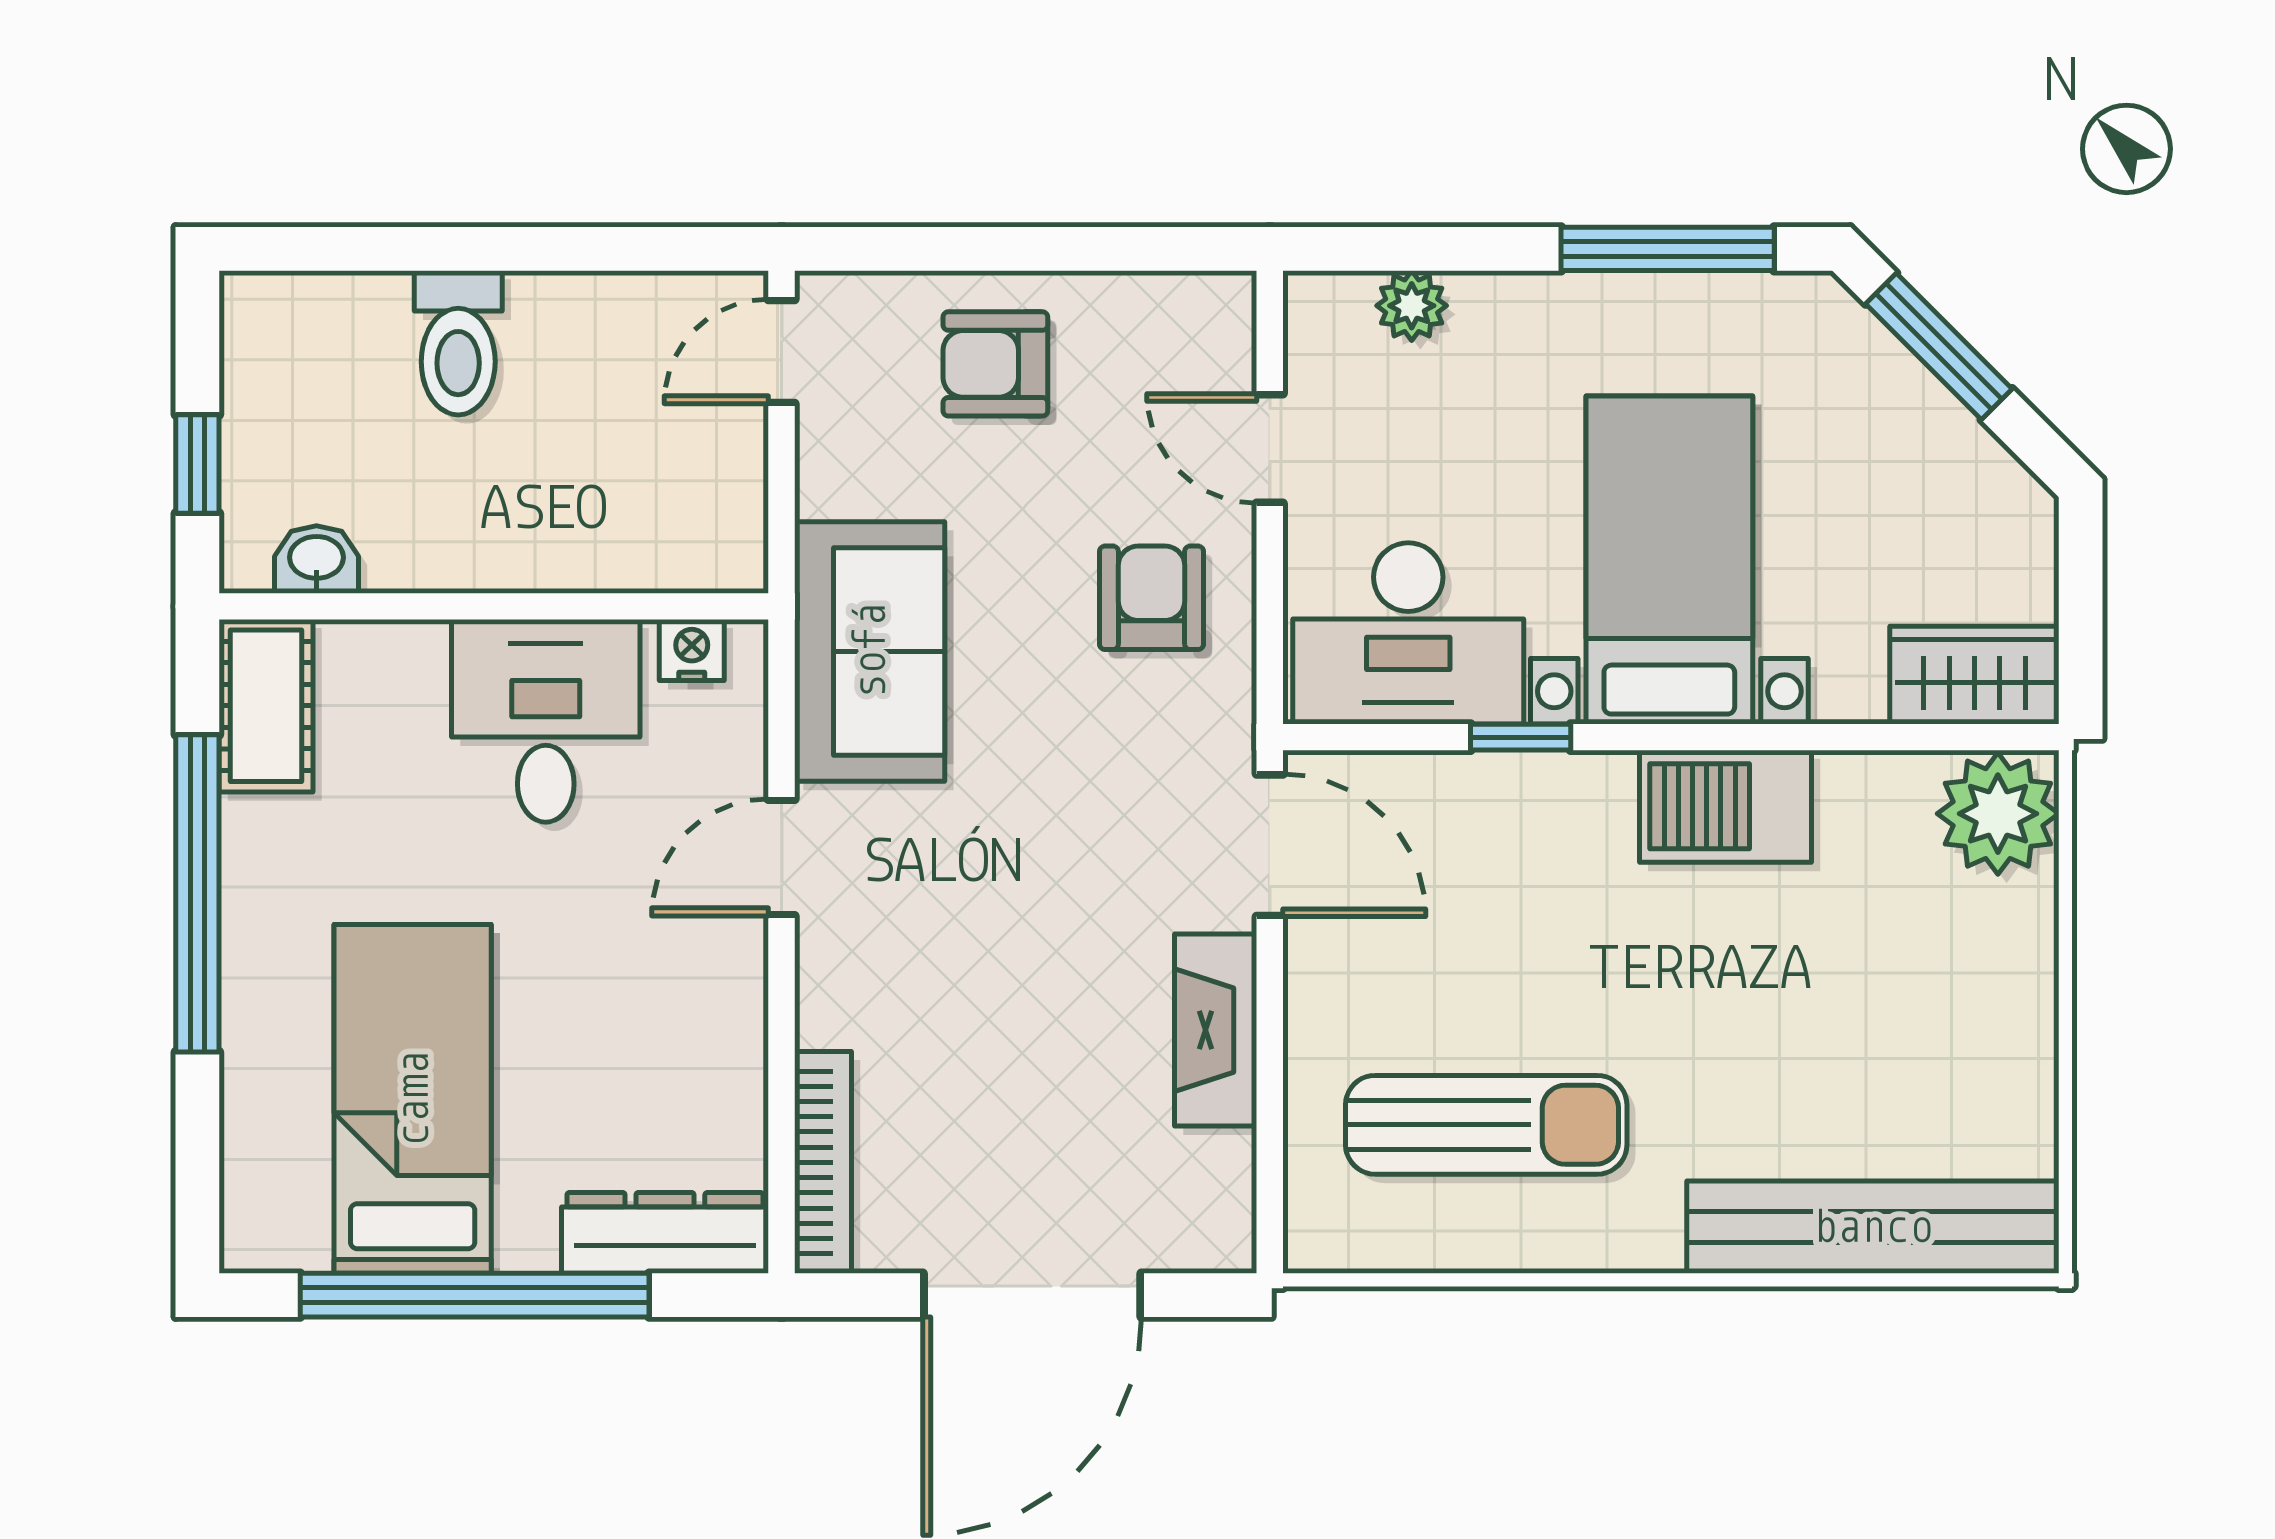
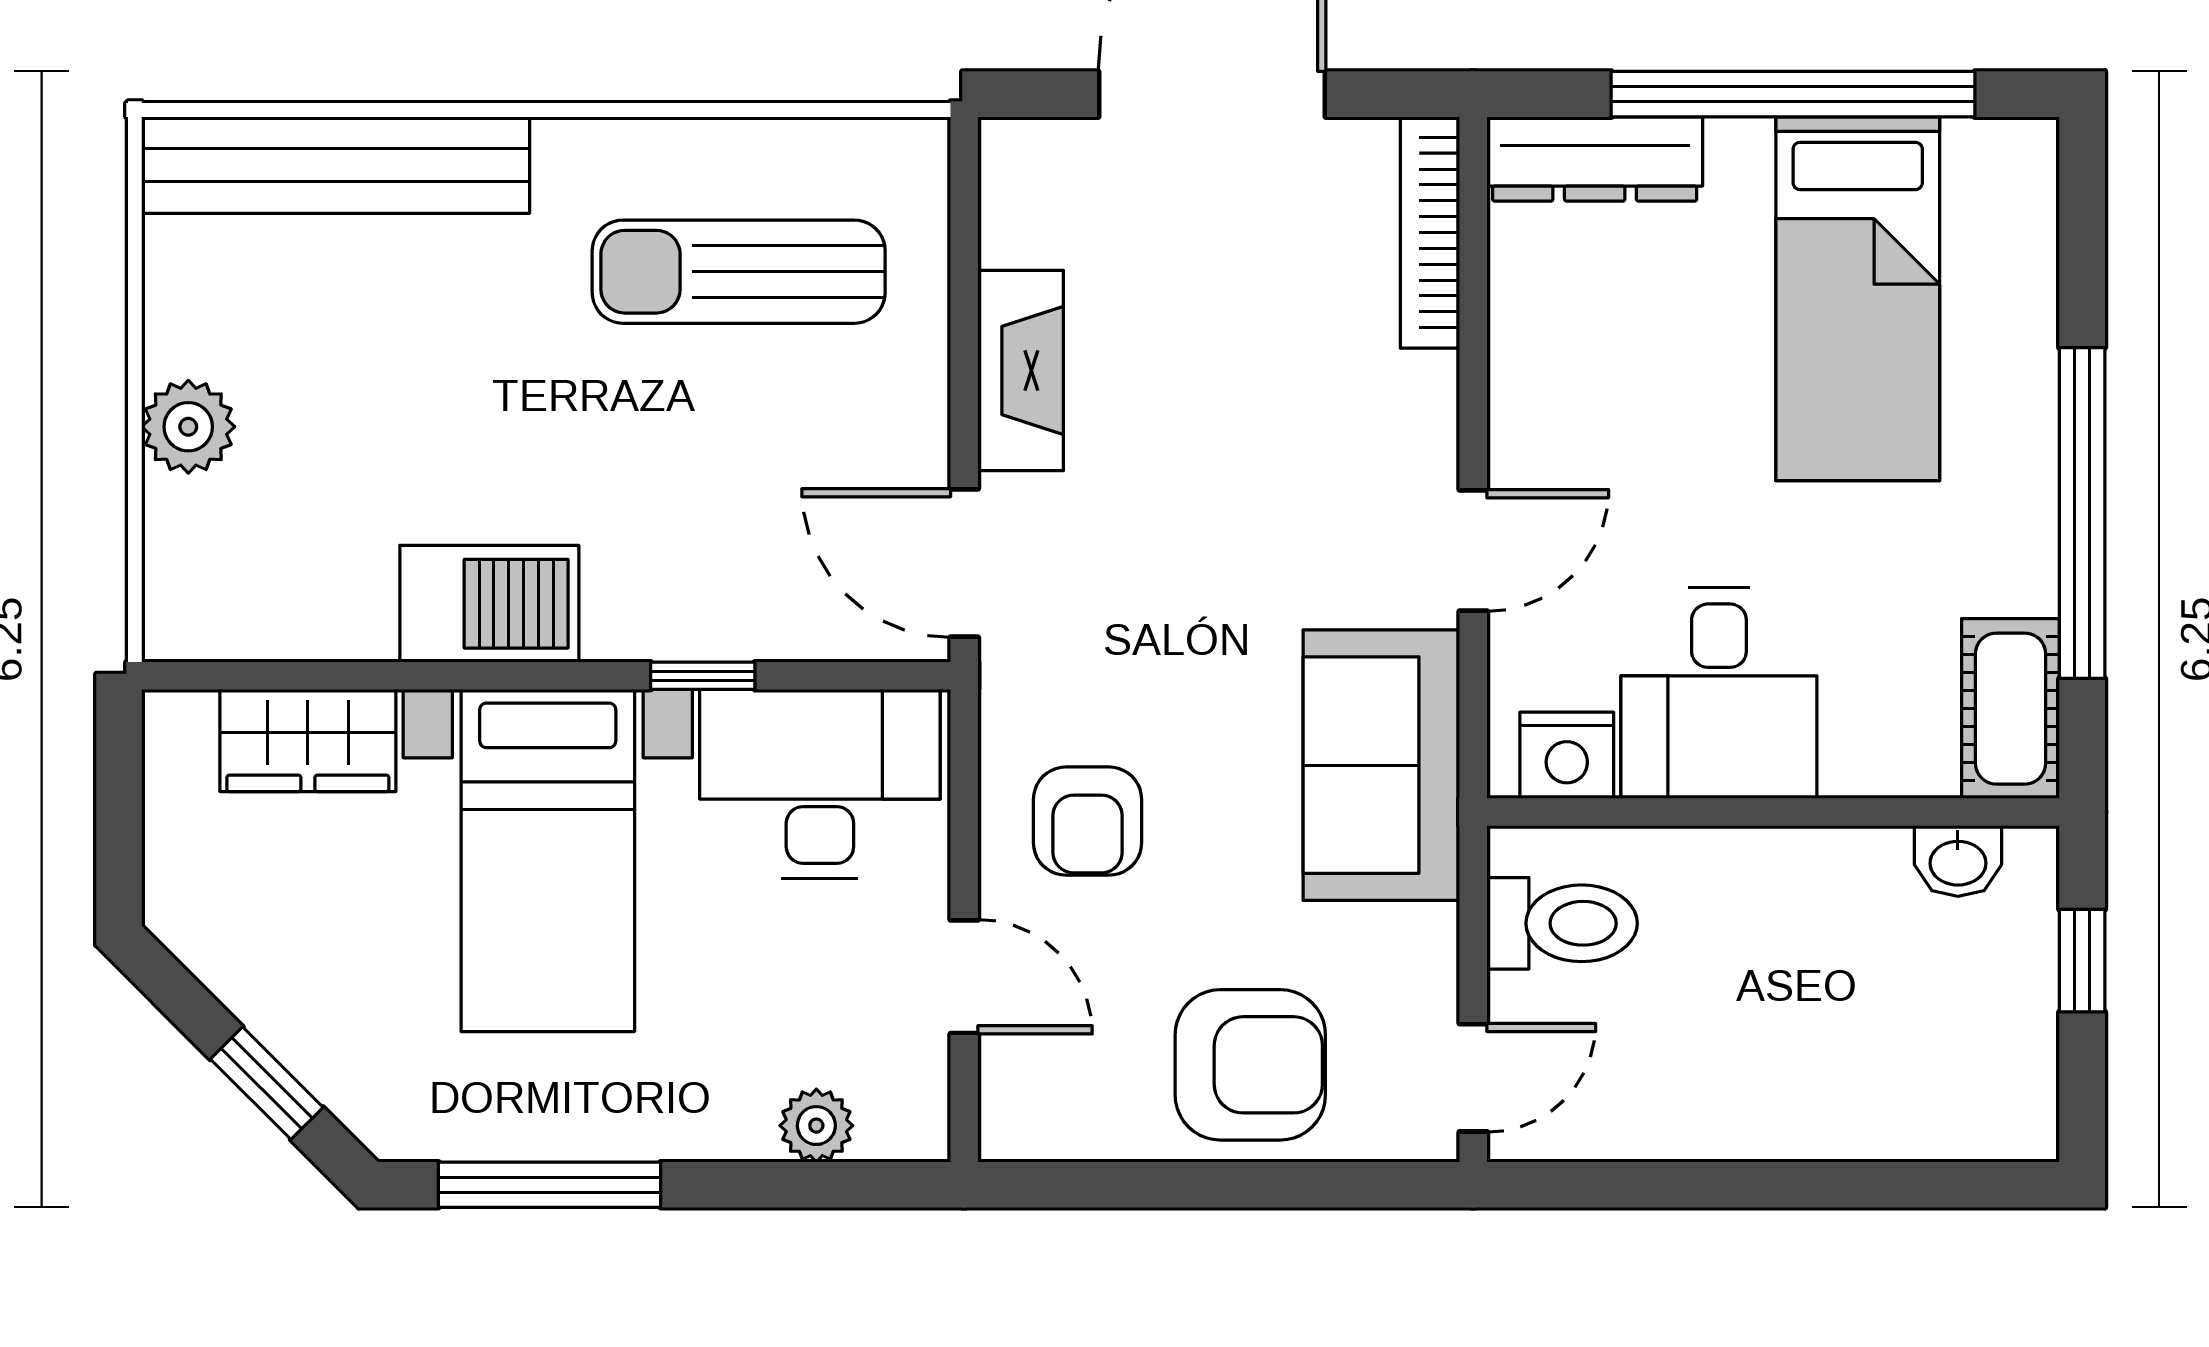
toilet: (458, 343) -> (1562, 923), moved, turned 90
window: (1939, 346) -> (267, 1083), width x0.67
armchair: (995, 364) -> (1250, 1065), width x1.38, depth x1.38
nightstand: (692, 650) -> (1567, 755), width x1.39, depth x1.35
wardrobe: (1974, 675) -> (308, 740), moved
plant: (1998, 814) -> (188, 427), moved, width x0.73, depth x0.73

